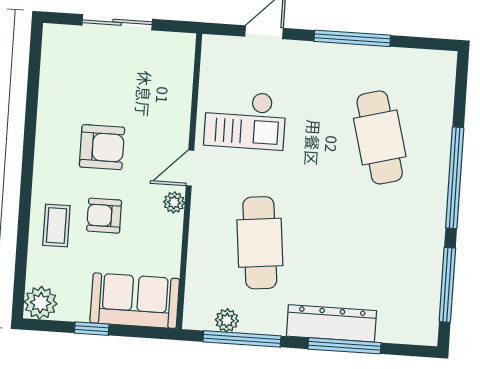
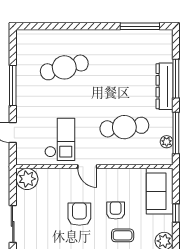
sliding door: (117, 22) -> (13, 224), moved
window: (455, 178) -> (83, 26), removed
plant: (174, 202) -> (27, 179), moved, width x1.88, depth x1.88
armchair: (104, 216) -> (116, 211), turned 180

